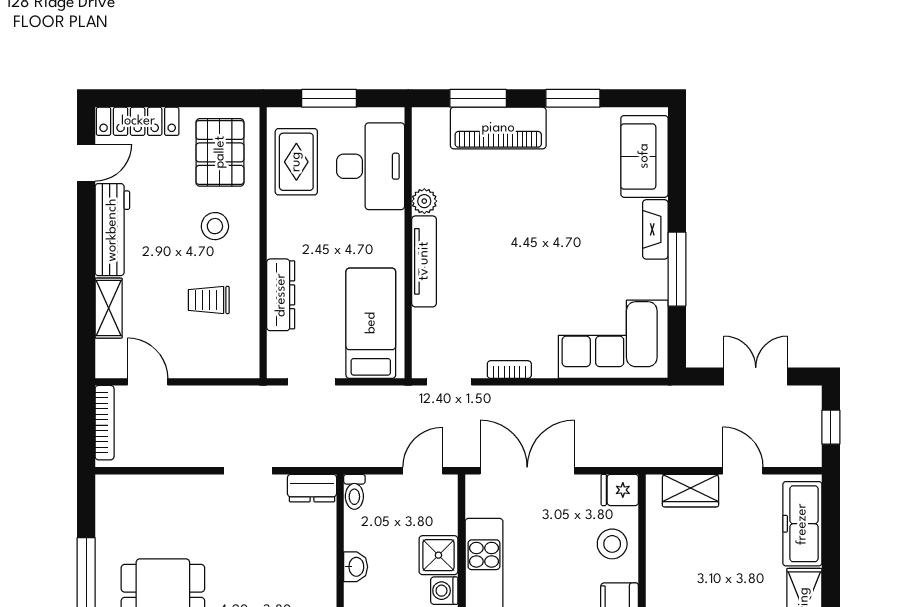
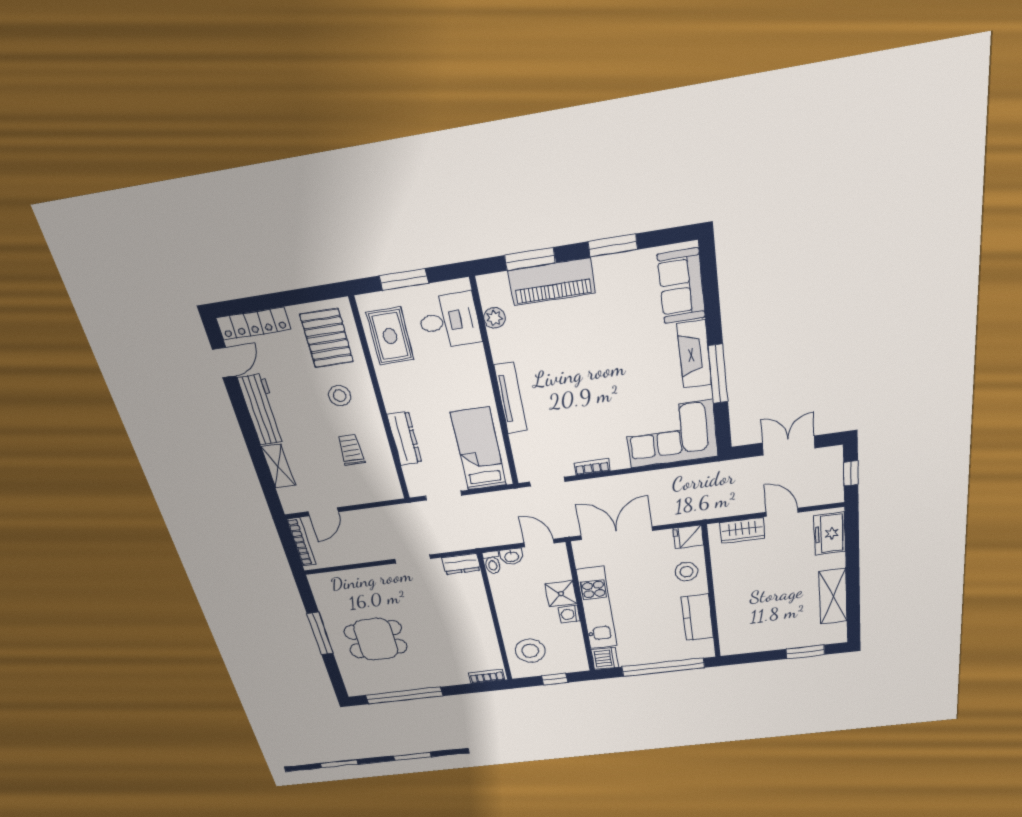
desk: (371, 166) -> (449, 321), width x0.73
plant: (424, 201) -> (494, 318), moved
fireplace: (655, 229) -> (694, 354), width x1.37, depth x1.32
trolley: (209, 300) -> (351, 450), turned 90
door: (148, 382) -> (323, 512), swing flipped
door: (423, 471) -> (539, 543), hinge flipped
freezer: (802, 524) -> (830, 533), width x0.71
washbasin: (356, 567) -> (512, 556), moved, turned 90

